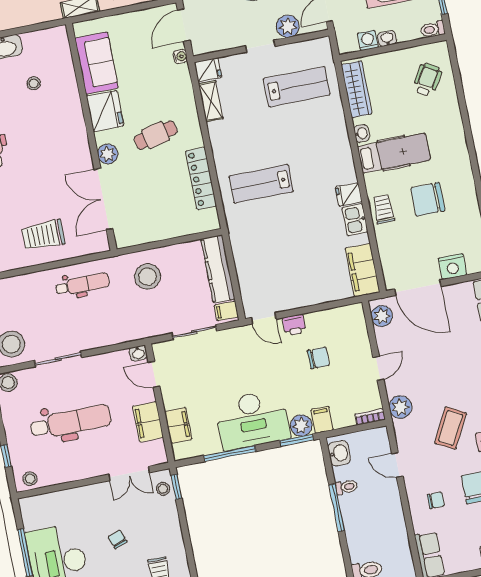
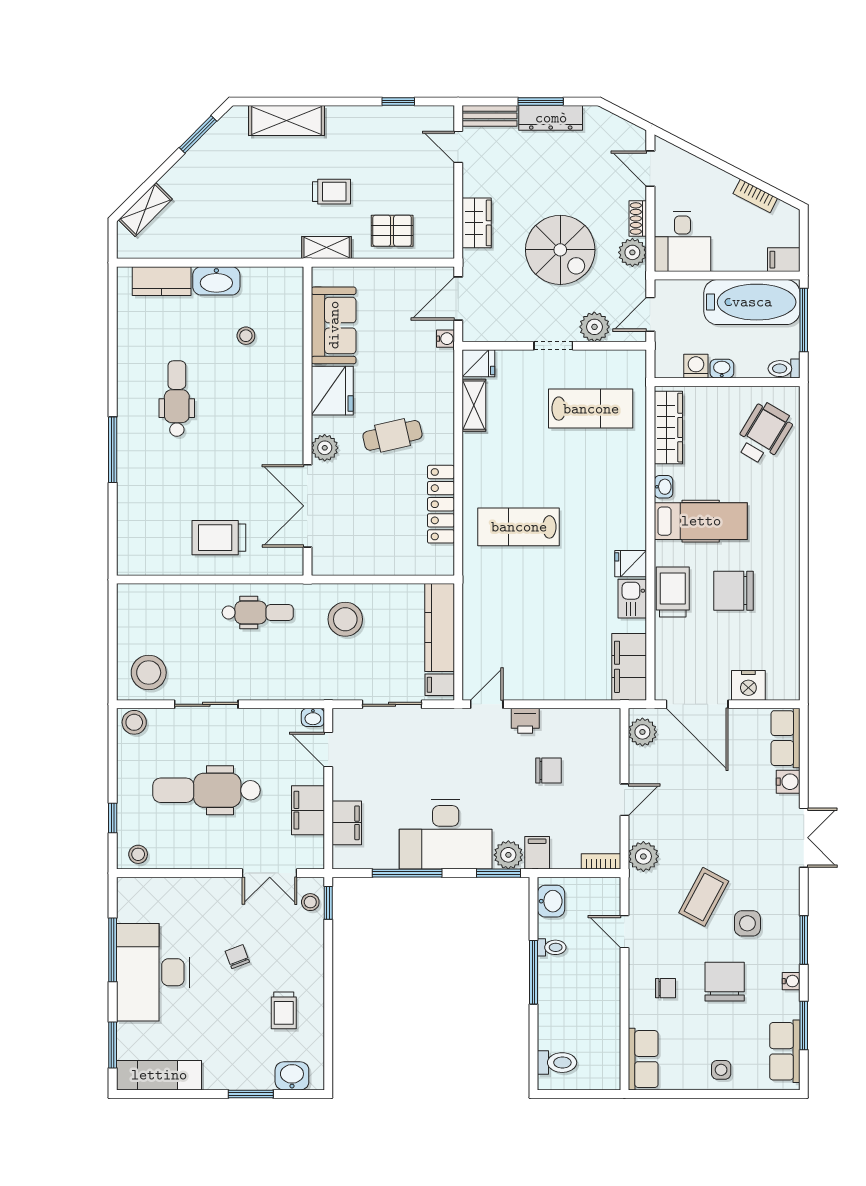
wheelchair: (427, 80) -> (764, 433), width x1.36, depth x1.37
trolley: (384, 209) -> (673, 592), width x1.36, depth x1.39
door: (264, 318) -> (487, 704), swing flipped
dental chair: (71, 422) -> (207, 790), turned 180

